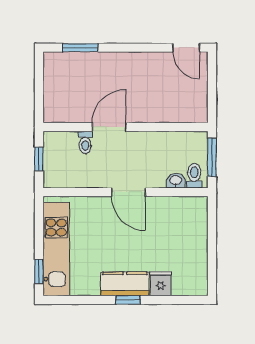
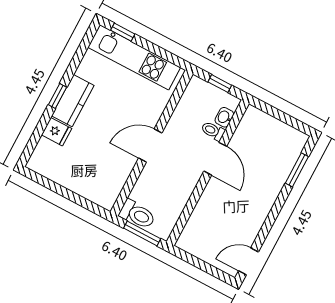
toilet: (194, 176) -> (137, 214), width x1.37, depth x1.39
washbasin: (176, 181) -> (224, 117), moved, turned 180

